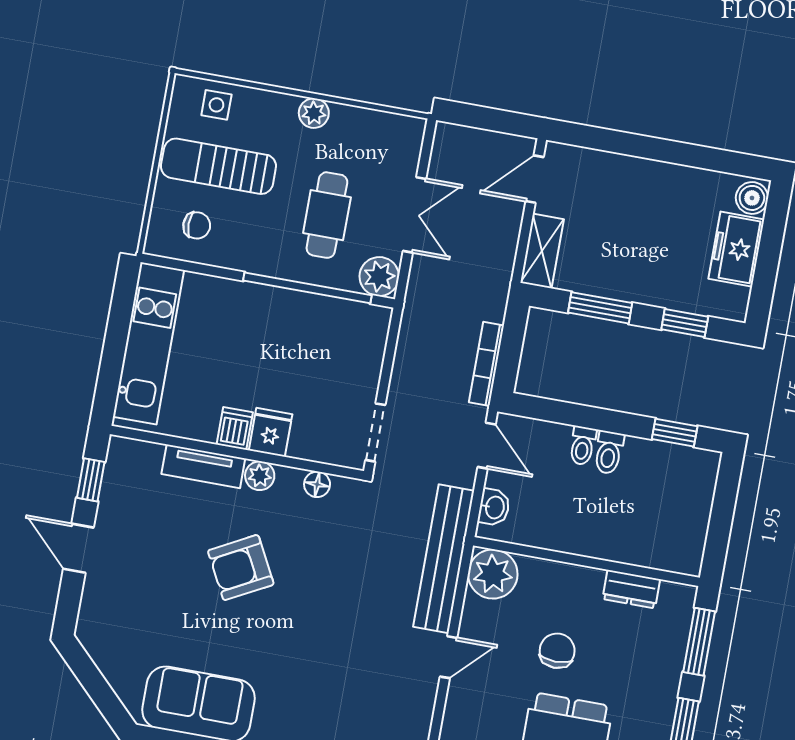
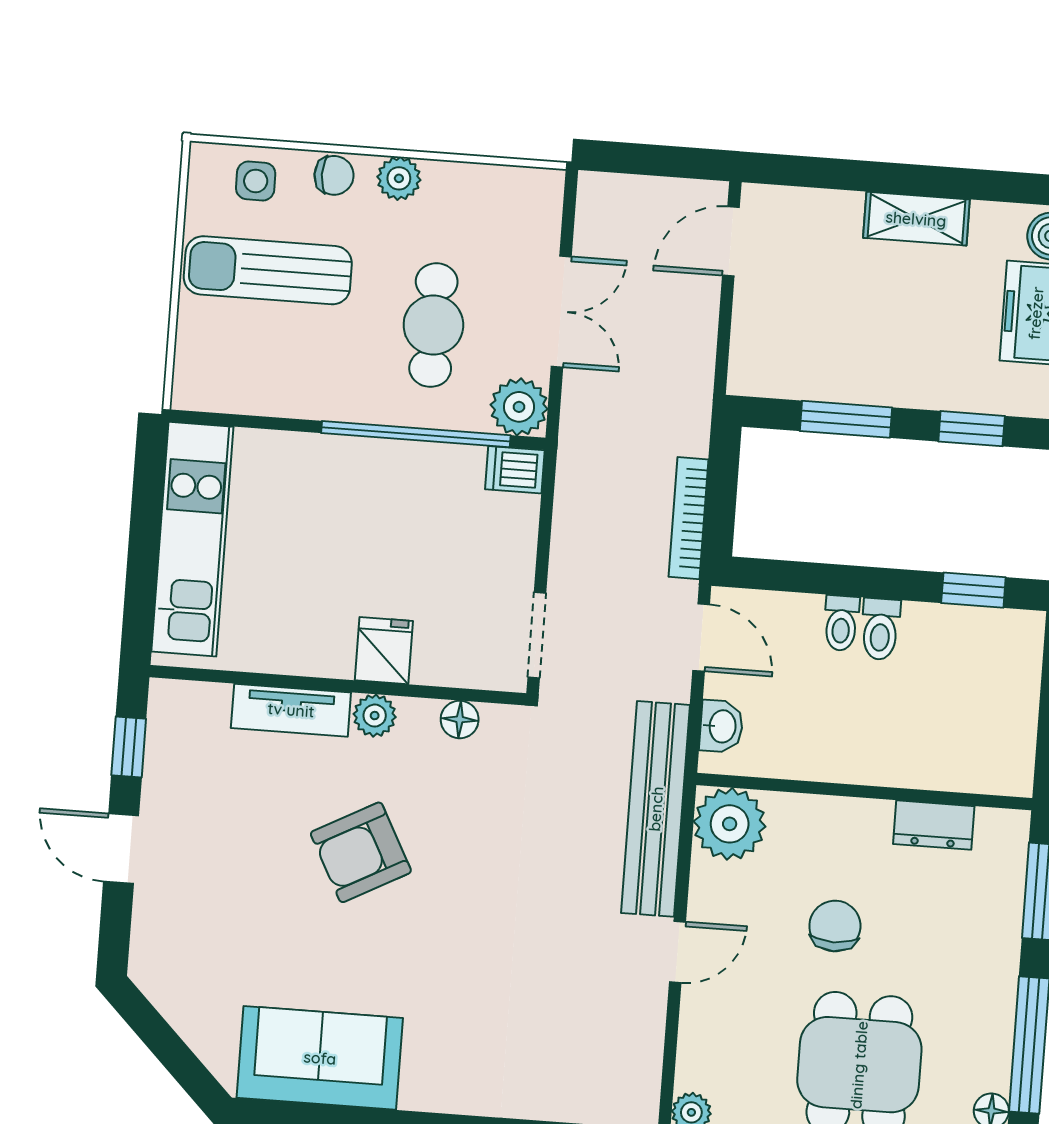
chair: (197, 225) -> (334, 175), moved
shelving: (542, 251) -> (916, 219), moved, turned 90
dishwasher: (235, 428) -> (515, 470), moved, turned -90

